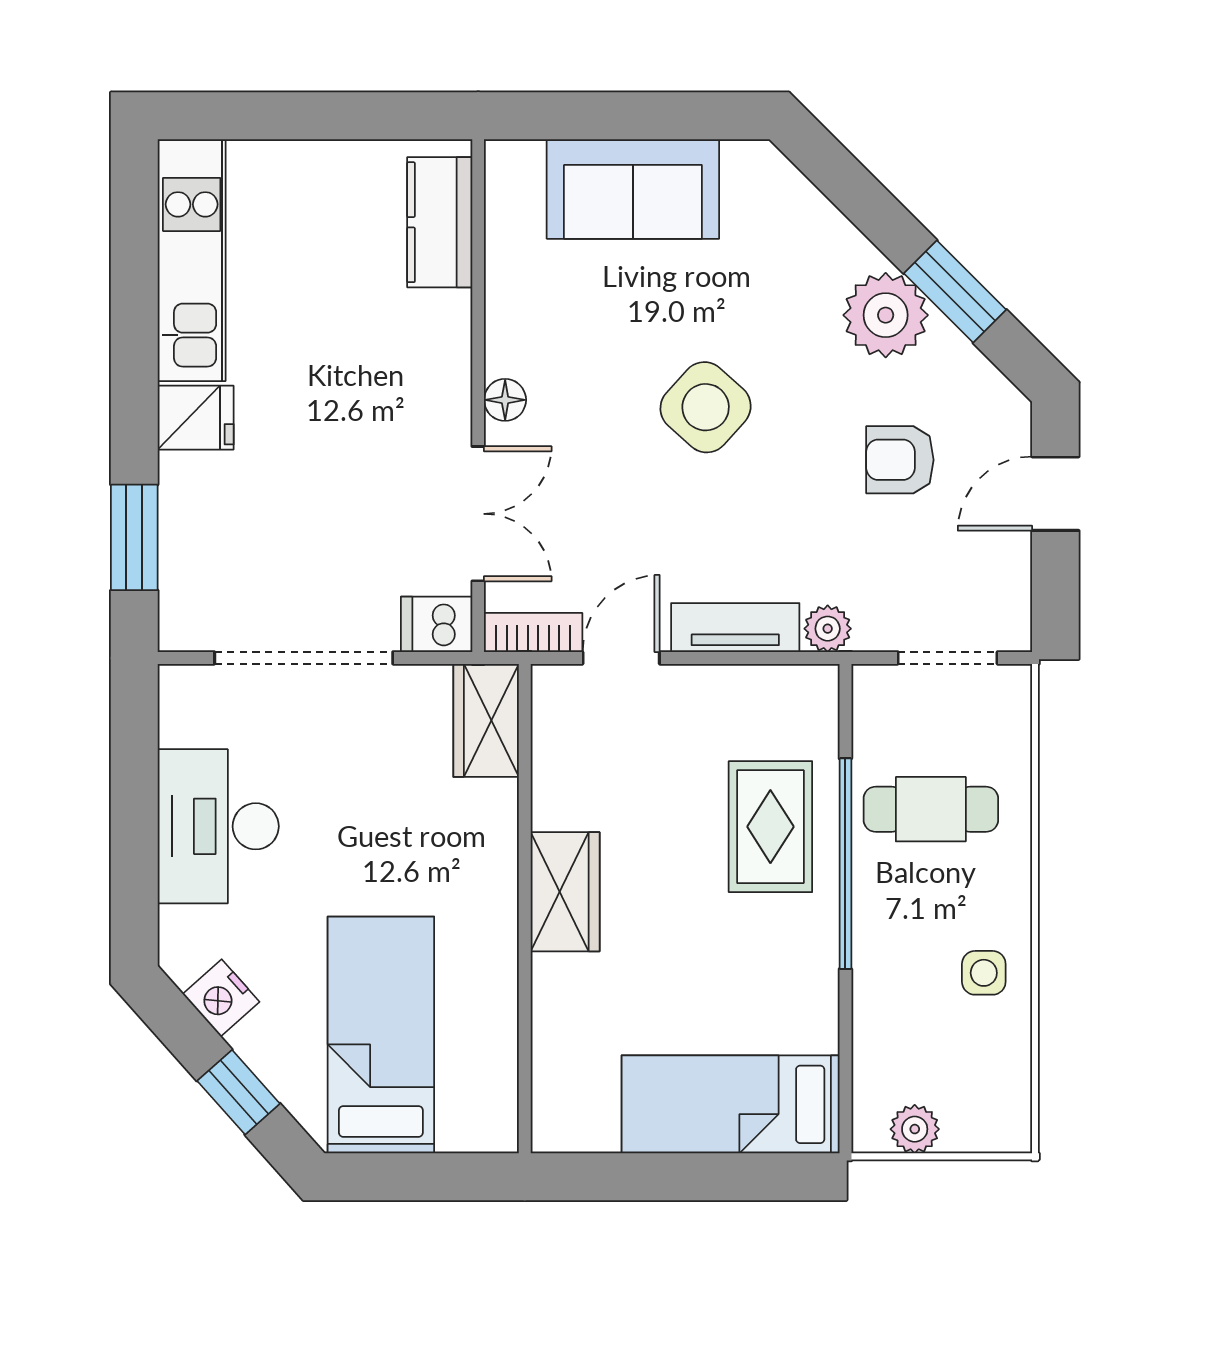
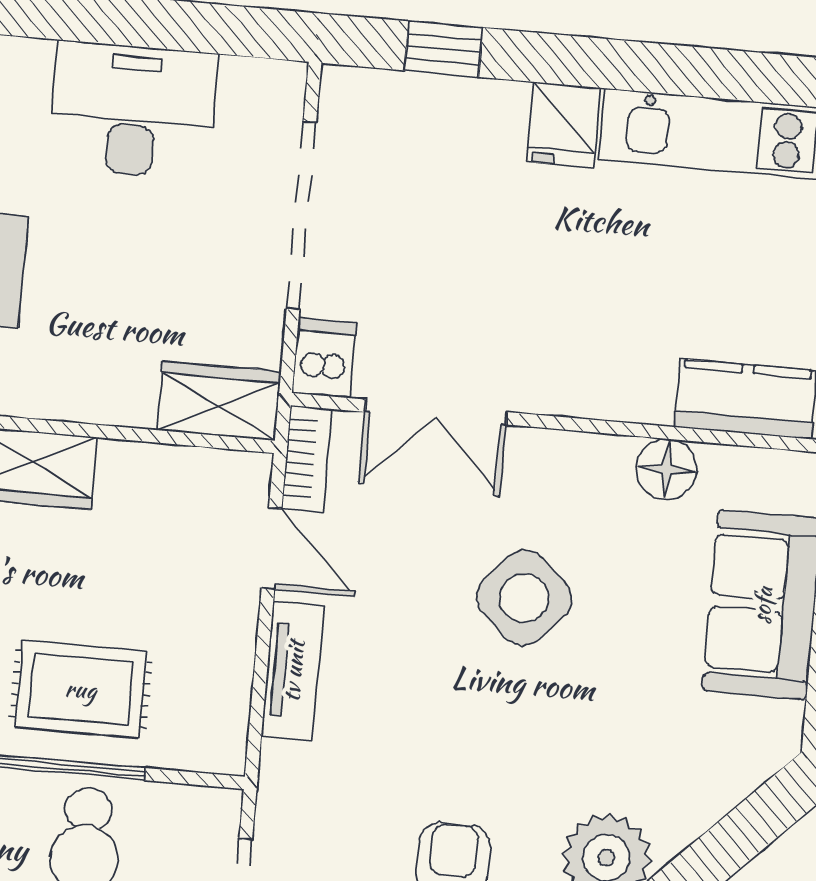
floor lamp: (505, 400) -> (666, 469), moved, width x1.37, depth x1.37
side table: (706, 407) -> (524, 598), moved
window: (134, 537) -> (444, 49), width x0.67
plant: (828, 629) -> (283, 768), removed

